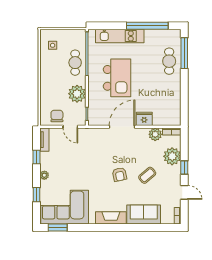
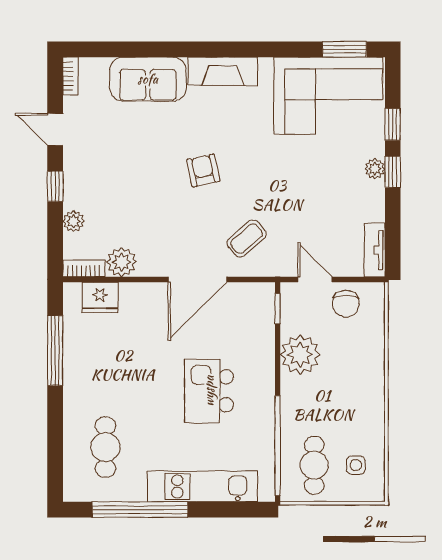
window: (184, 53) -> (55, 351), moved
cafe table: (169, 61) -> (105, 447), moved
cafe table: (75, 63) -> (314, 465), moved
kitchen island: (117, 78) -> (209, 391), width x0.73, depth x0.78
fridge: (144, 119) -> (100, 297), moved
plant: (172, 156) -> (73, 221), width x0.53, depth x0.53
window: (36, 157) -> (393, 172), moved
coffee table: (147, 175) -> (247, 239), moved

